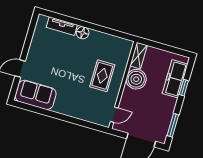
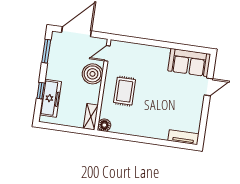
tv unit: (62, 26) -> (183, 137), moved
floor lamp: (83, 33) -> (104, 125), moved
boiler: (136, 79) -> (93, 74), moved

